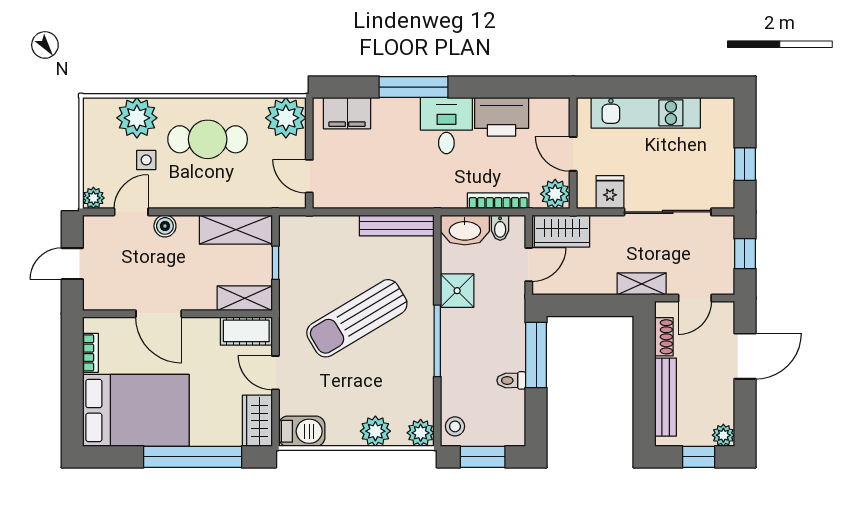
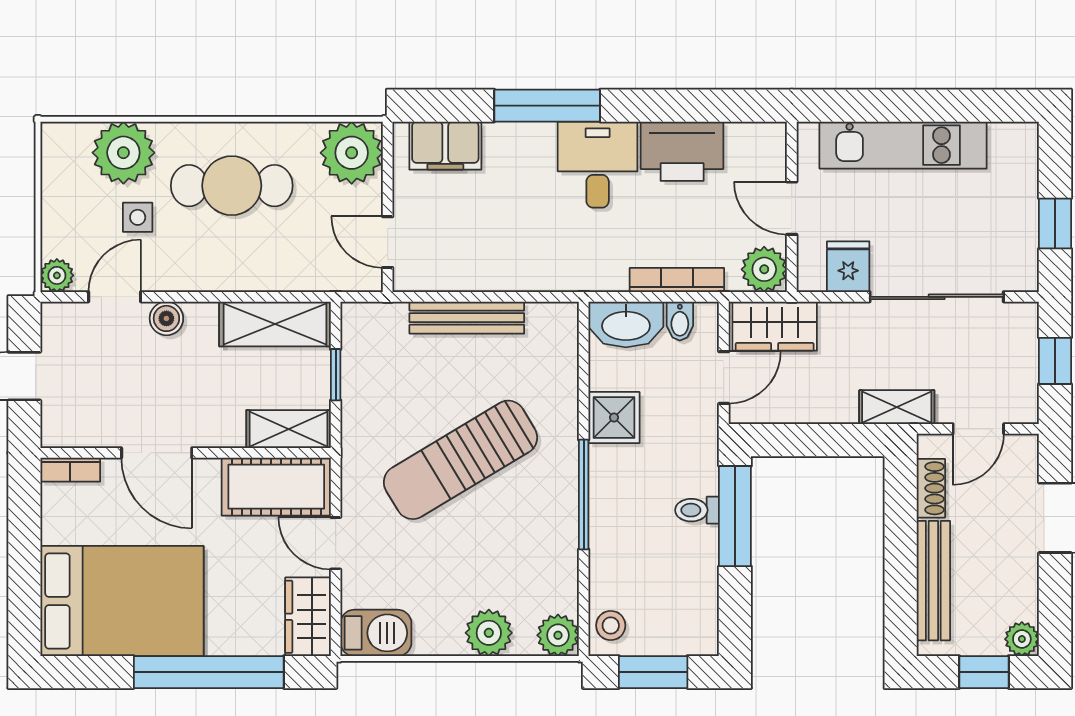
bench: (397, 225) -> (467, 318), moved
cot: (246, 331) -> (276, 487), width x1.37, depth x1.34
bookcase: (90, 353) -> (70, 470), moved, turned 90
toilet: (511, 380) -> (697, 510), moved

